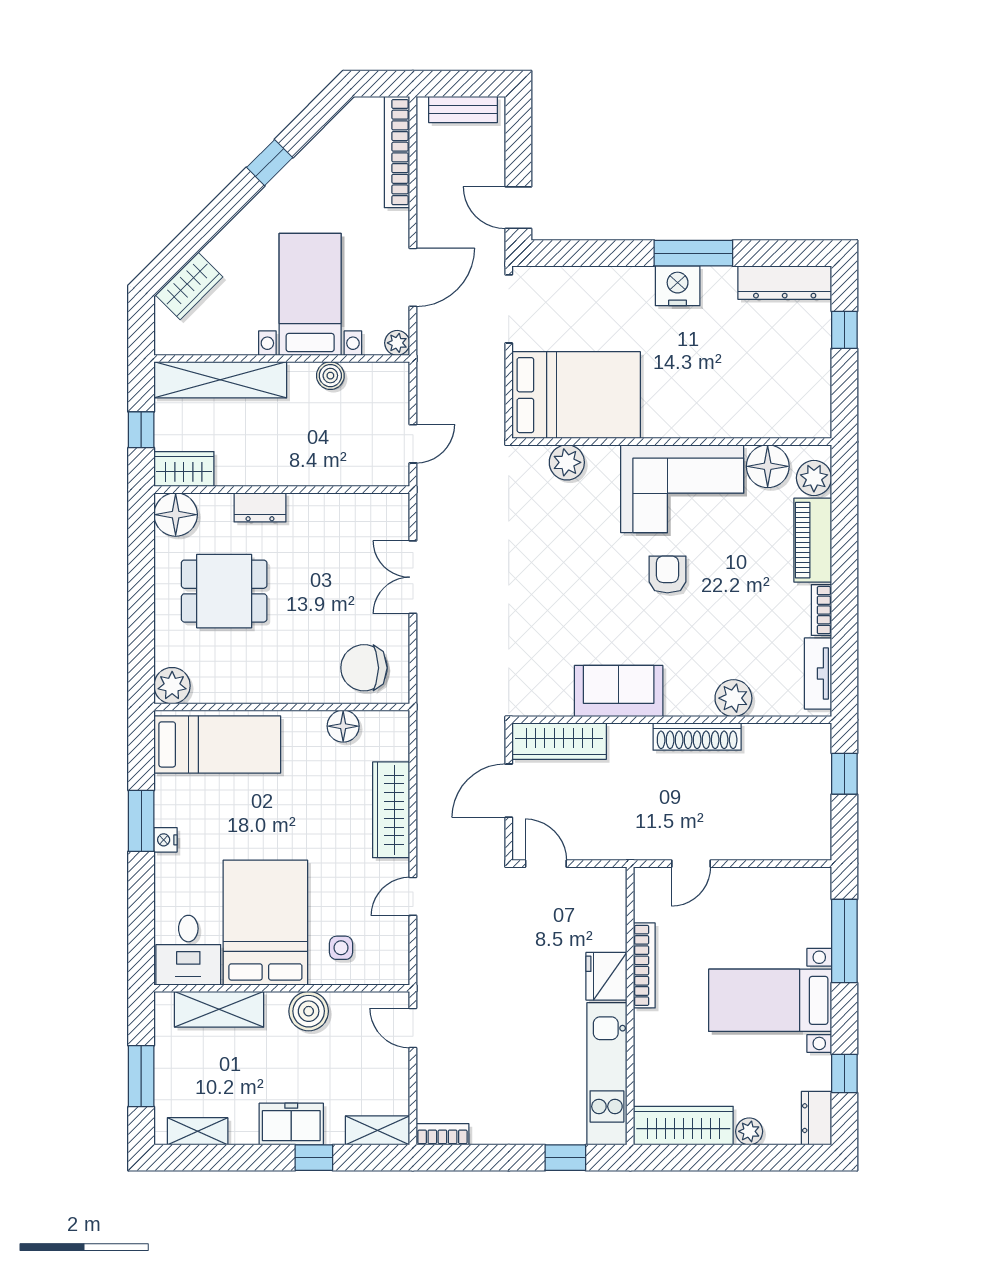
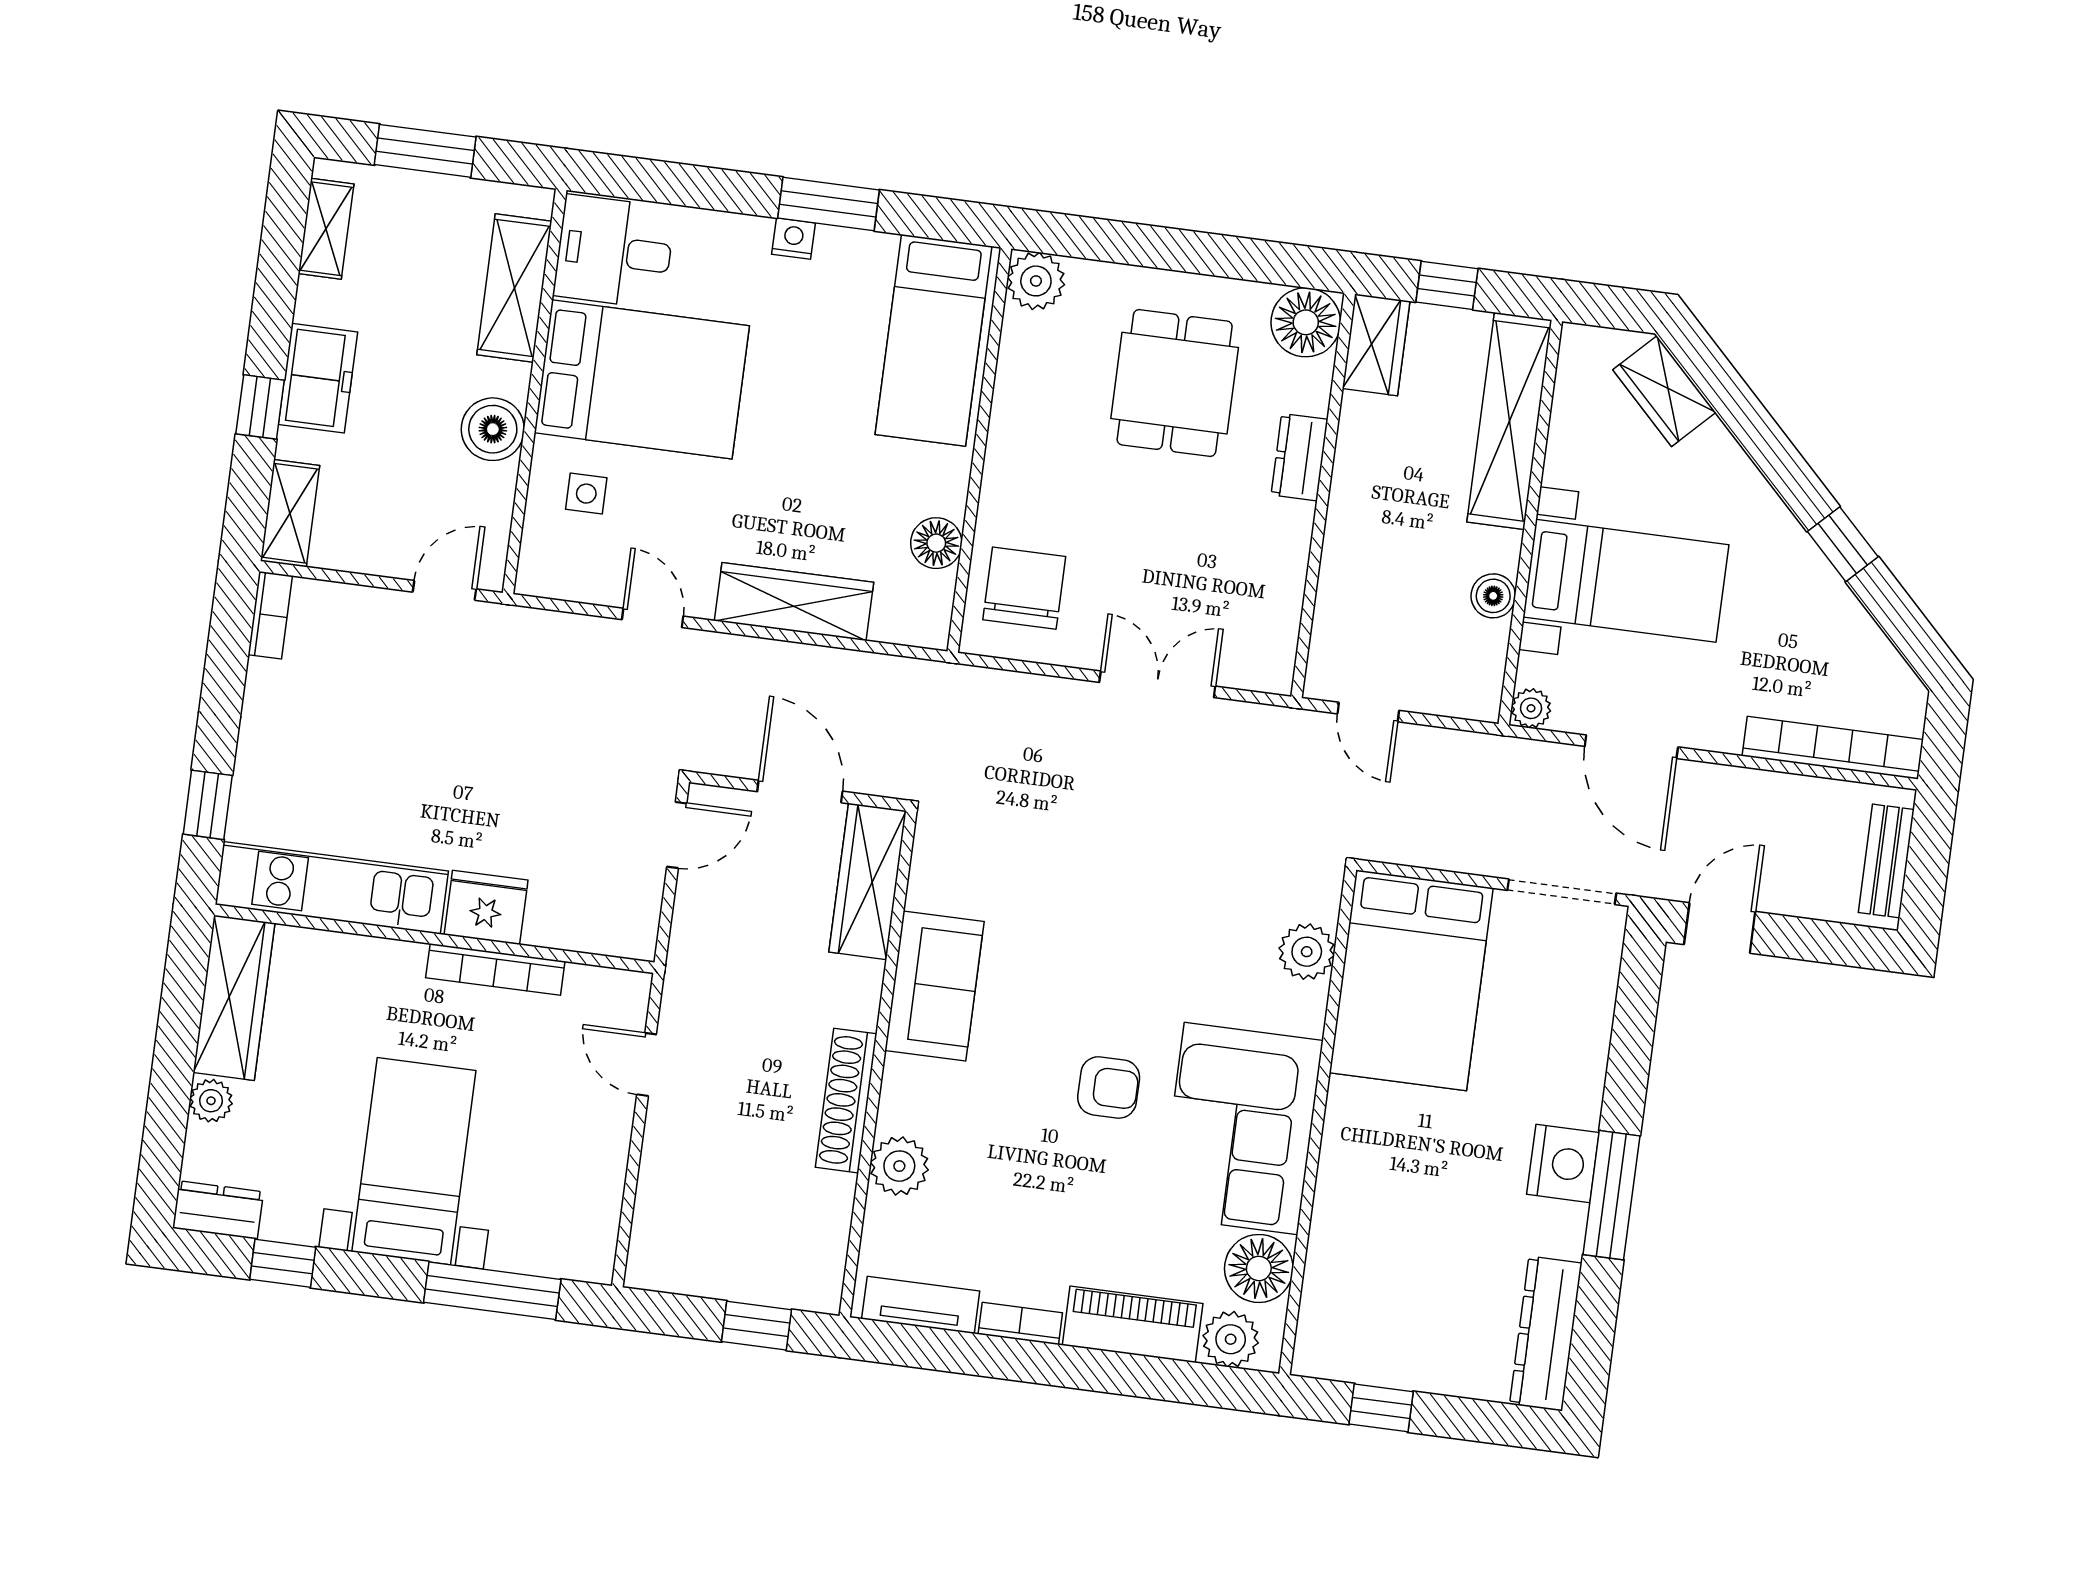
window: (844, 330) -> (1381, 1408), moved

